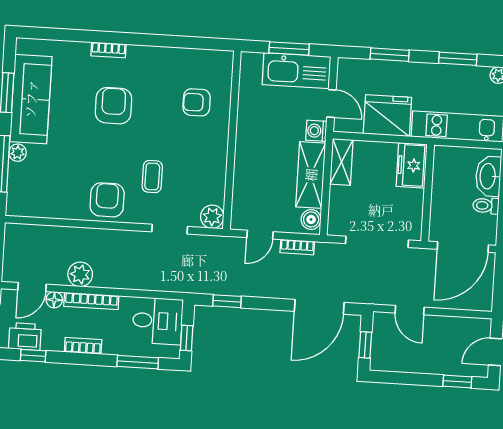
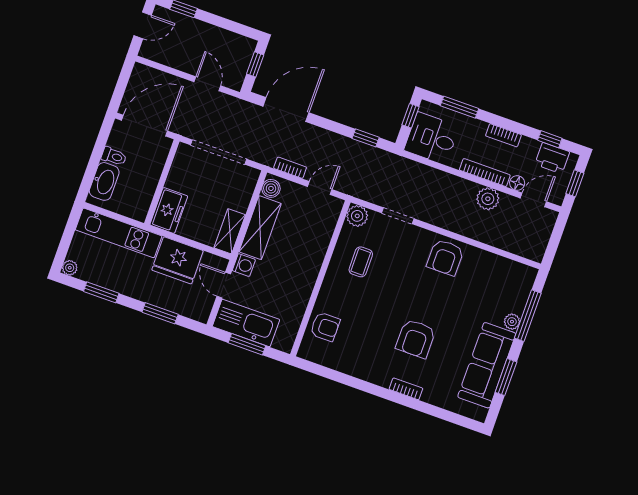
armchair: (197, 102) -> (325, 327), moved
coffee table: (152, 177) -> (361, 262), moved

